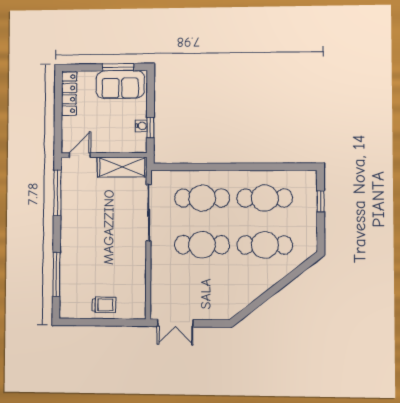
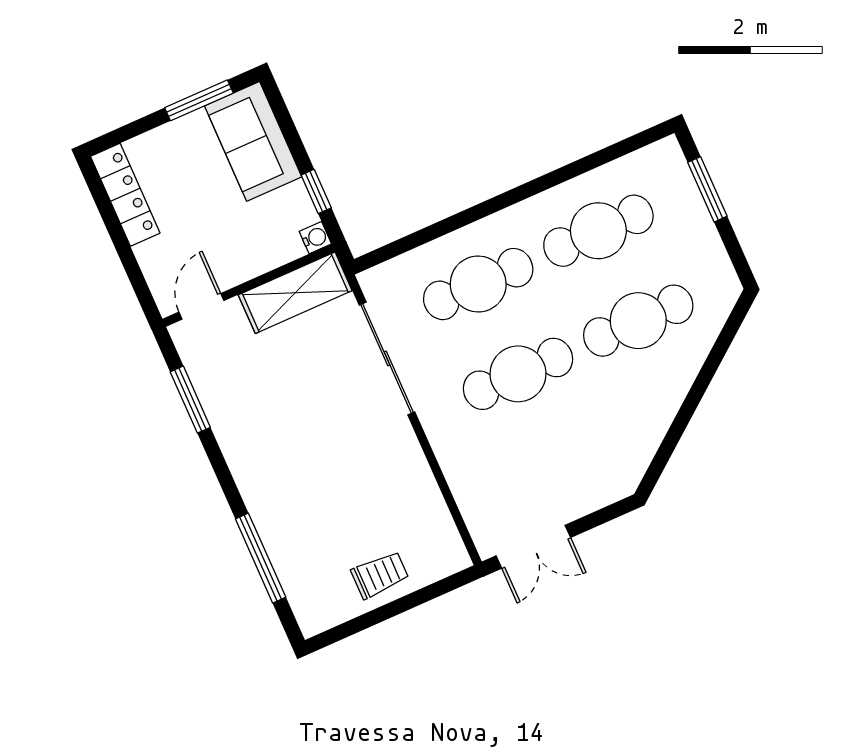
sofa: (120, 84) -> (253, 141), moved, turned 90
water cooler: (141, 126) -> (315, 238), moved
window: (57, 193) -> (190, 400), width x0.69
window: (321, 201) -> (707, 189), width x1.50

